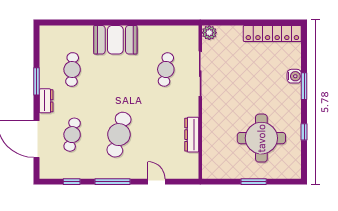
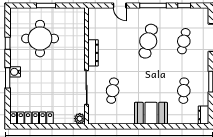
water cooler: (294, 76) -> (15, 72), moved
dresser: (46, 101) -> (203, 115), moved
dresser: (192, 135) -> (93, 53), moved

